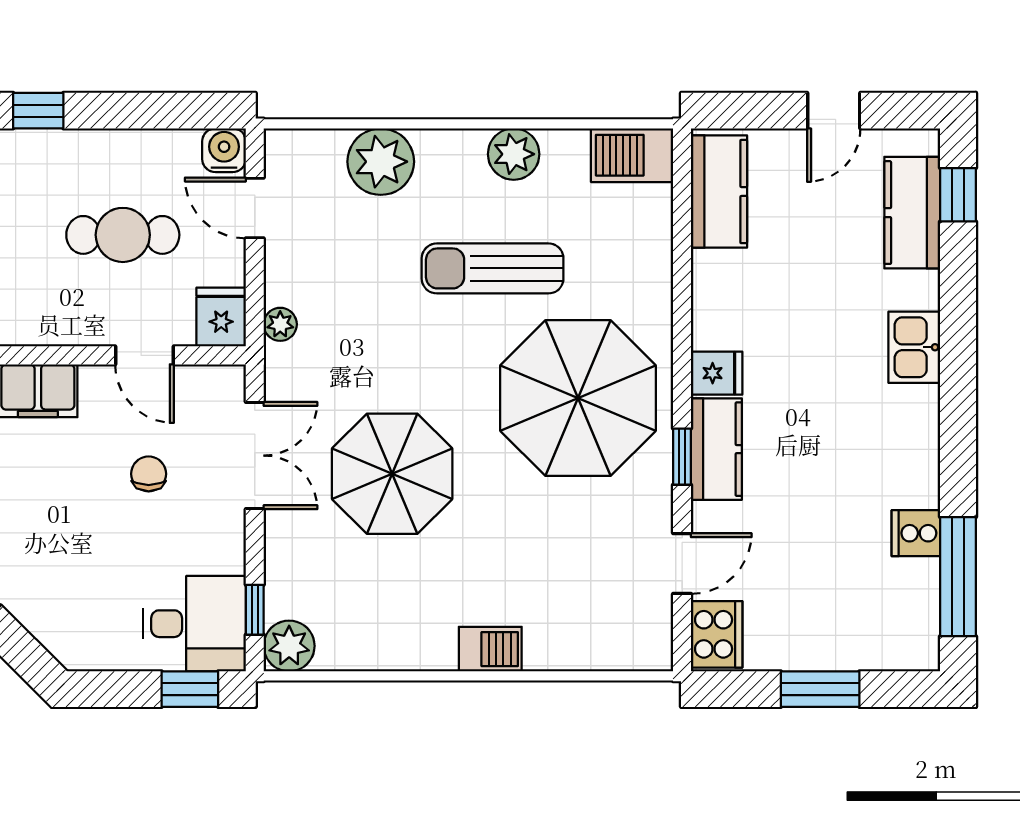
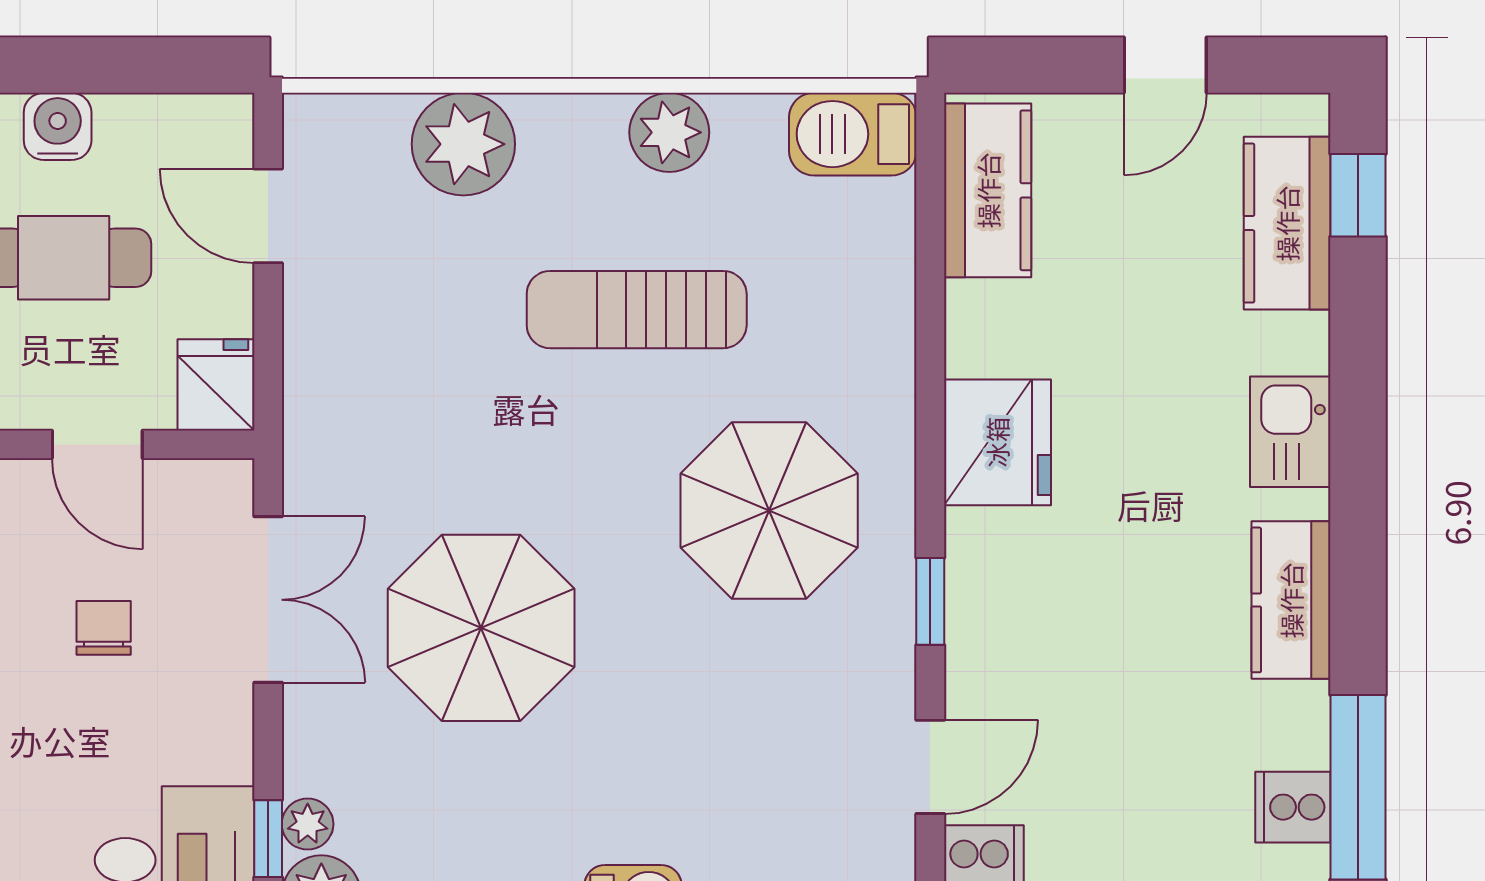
water cooler: (224, 150) -> (58, 126), moved
plant: (280, 324) -> (308, 824), moved
fridge: (717, 373) -> (997, 442), width x1.88, depth x1.34
parasol: (578, 398) -> (769, 510), width x0.73, depth x0.73
kitchen counter: (716, 449) -> (1291, 600), moved, turned 180
cooker: (916, 533) -> (1293, 807), moved

